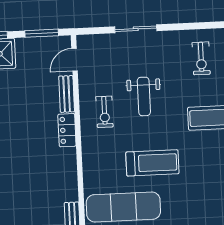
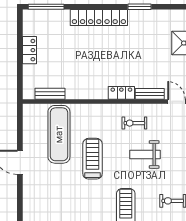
treadmill: (152, 163) -> (93, 159), turned 180

